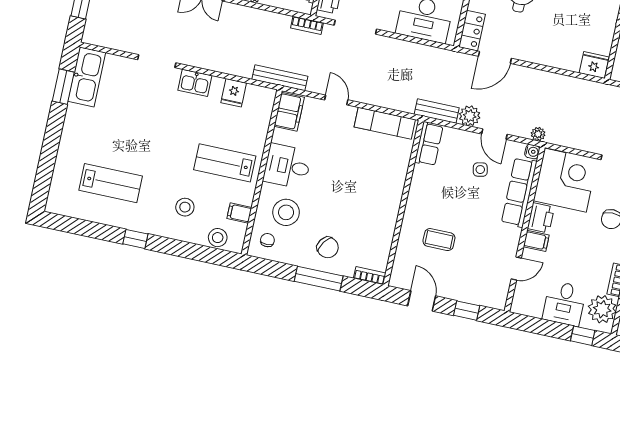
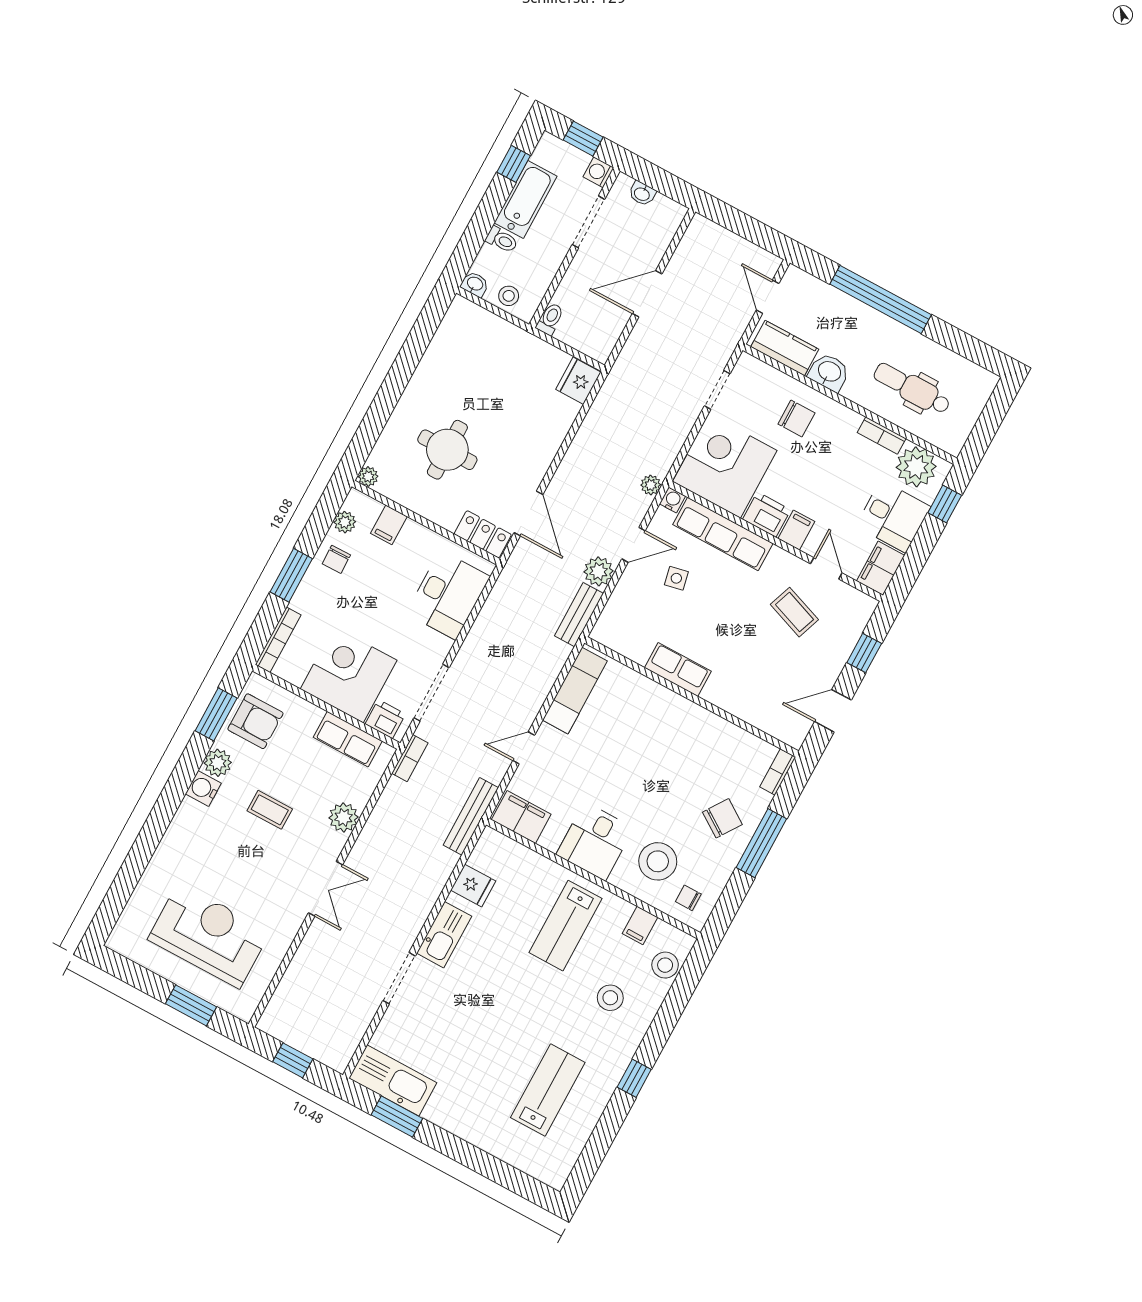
kitchen sink: (195, 83) -> (444, 935), width x1.38
row of seats: (429, 144) -> (678, 669), moved
coffee table: (439, 240) -> (794, 612), moved, turned -70
filing cabinet: (527, 305) -> (881, 568), added

